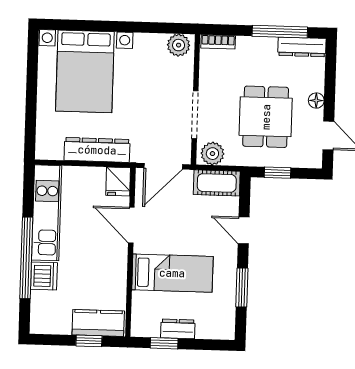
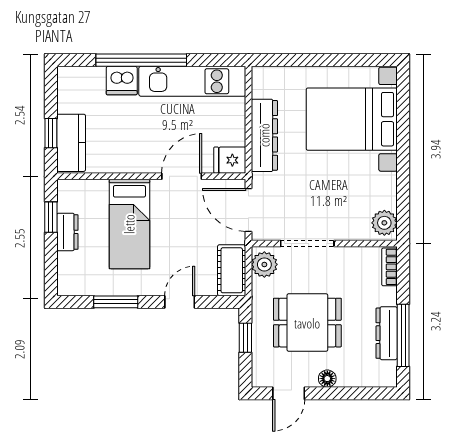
dresser: (302, 47) -> (387, 333), moved

